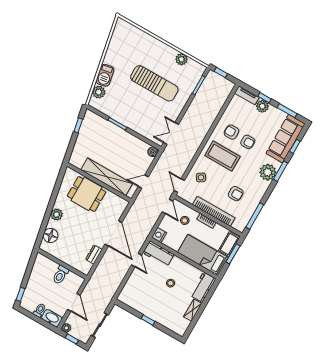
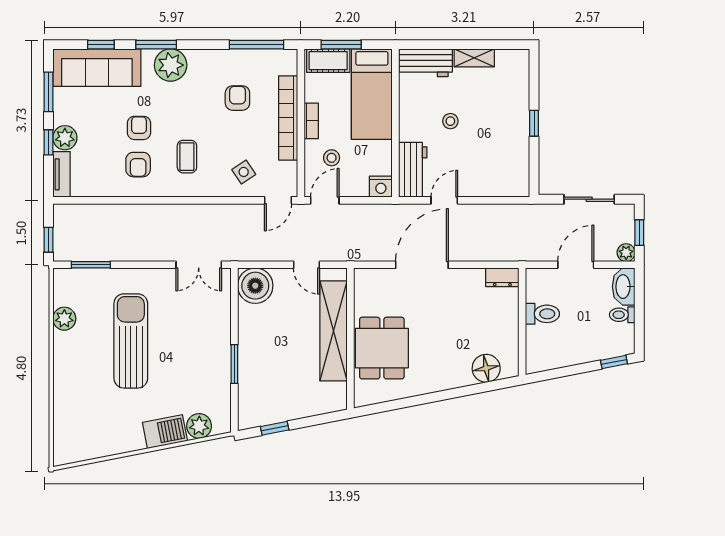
boiler: (153, 152) -> (255, 286), width x1.86, depth x1.86
coffee table: (222, 156) -> (187, 157), width x0.54, depth x0.58
plant: (56, 214) -> (445, 379), removed
dresser: (94, 255) -> (502, 277), moved

